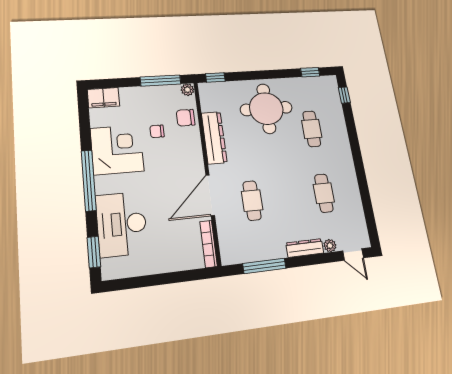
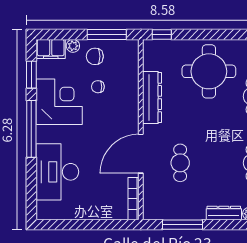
plant: (187, 90) -> (73, 46), moved
chair: (186, 118) -> (95, 56), moved
window: (94, 252) -> (31, 75), moved

